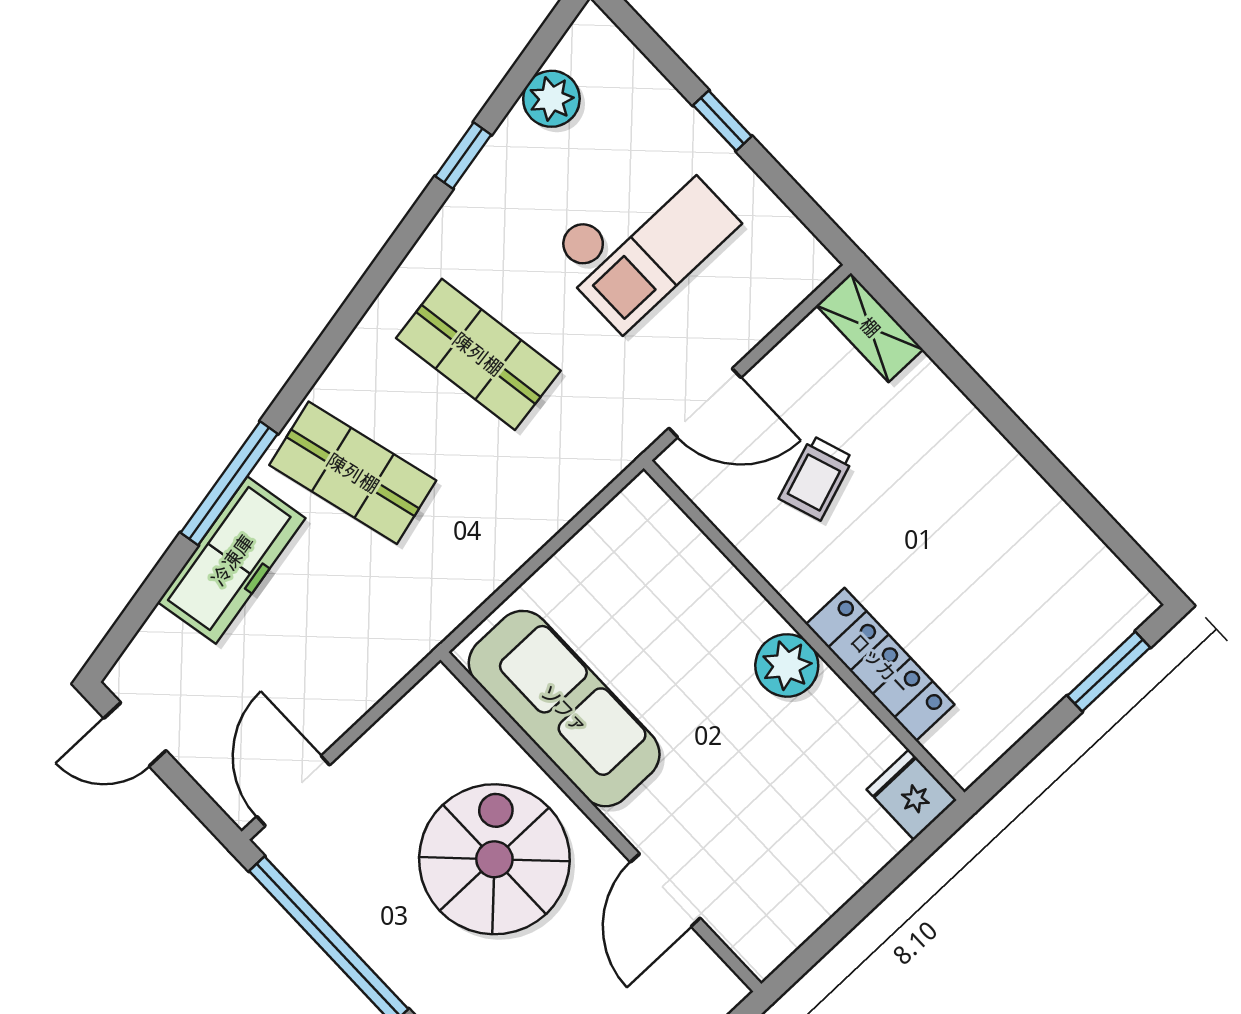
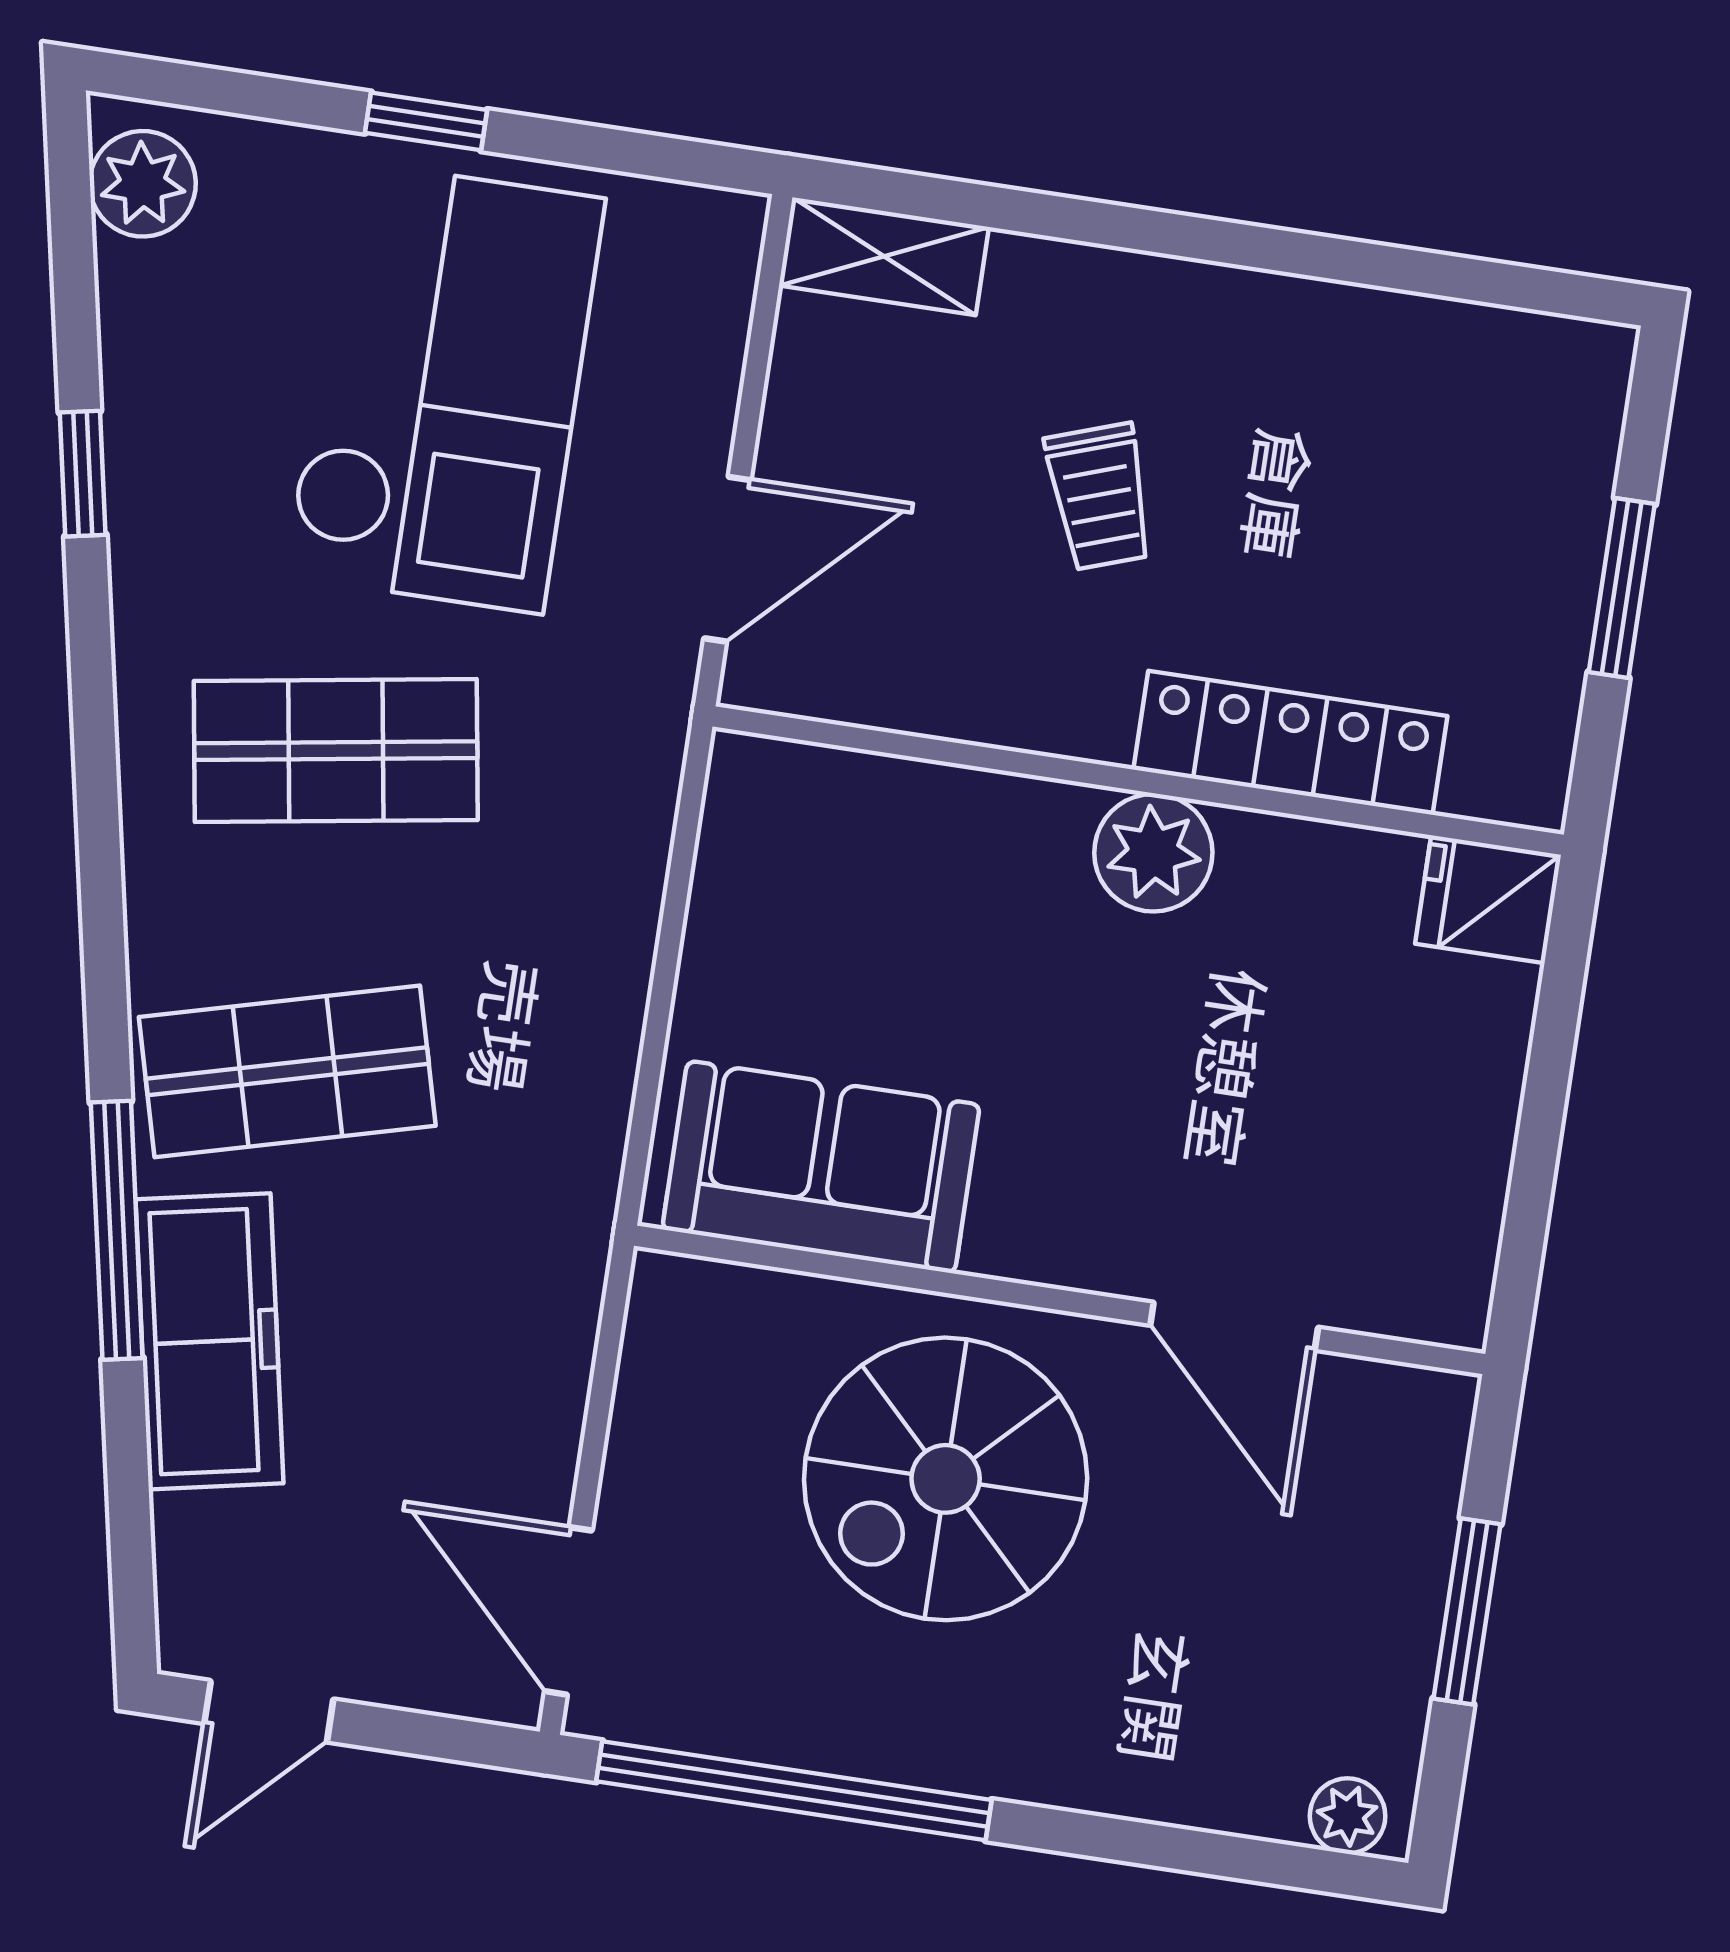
plant: (551, 99) -> (143, 184), moved
checkout: (643, 238) -> (445, 387), width x1.36, depth x1.21
trolley: (816, 478) -> (1100, 497), moved
window: (1109, 672) -> (1622, 588), moved
sofa: (564, 709) -> (821, 1167), width x0.73
spiral stairs: (494, 859) -> (946, 1479), turned -90

